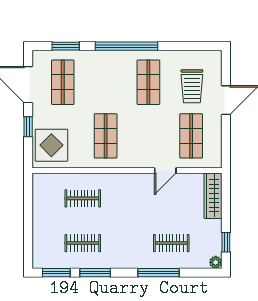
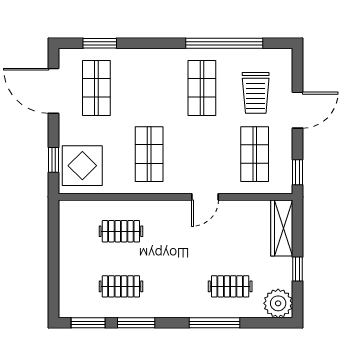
window: (127, 46) -> (224, 43), moved
window: (28, 127) -> (54, 160), moved
window: (226, 151) -> (298, 172), added
door: (165, 170) -> (205, 197), moved
window: (226, 242) -> (298, 269), moved
plant: (216, 262) -> (278, 303), width x1.87, depth x1.87

